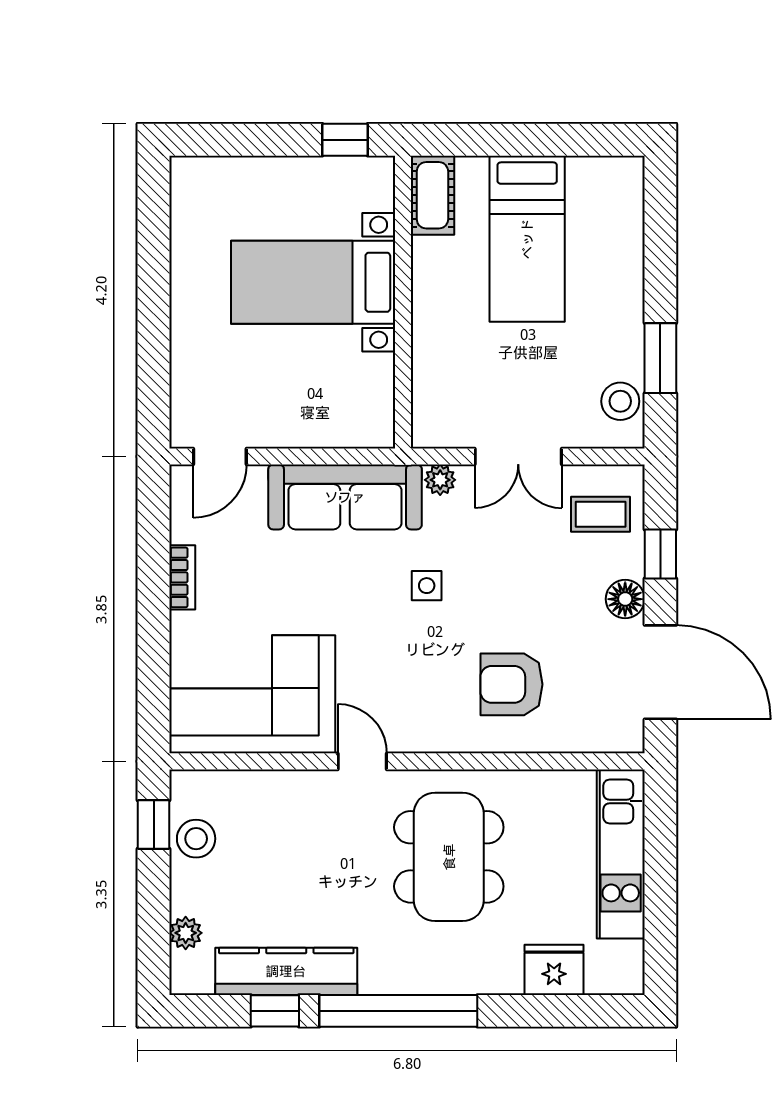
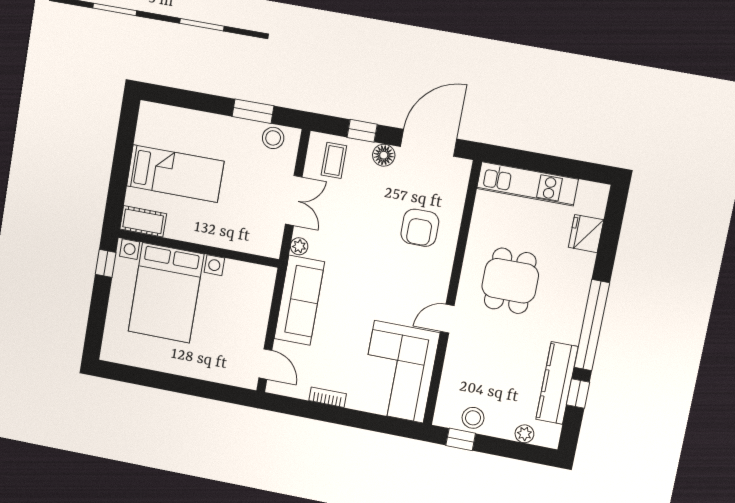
bed with nightstands: (313, 282) -> (166, 293), width x1.36
side table: (427, 586) -> (356, 265), removed
dining table: (449, 857) -> (510, 281), width x0.73

